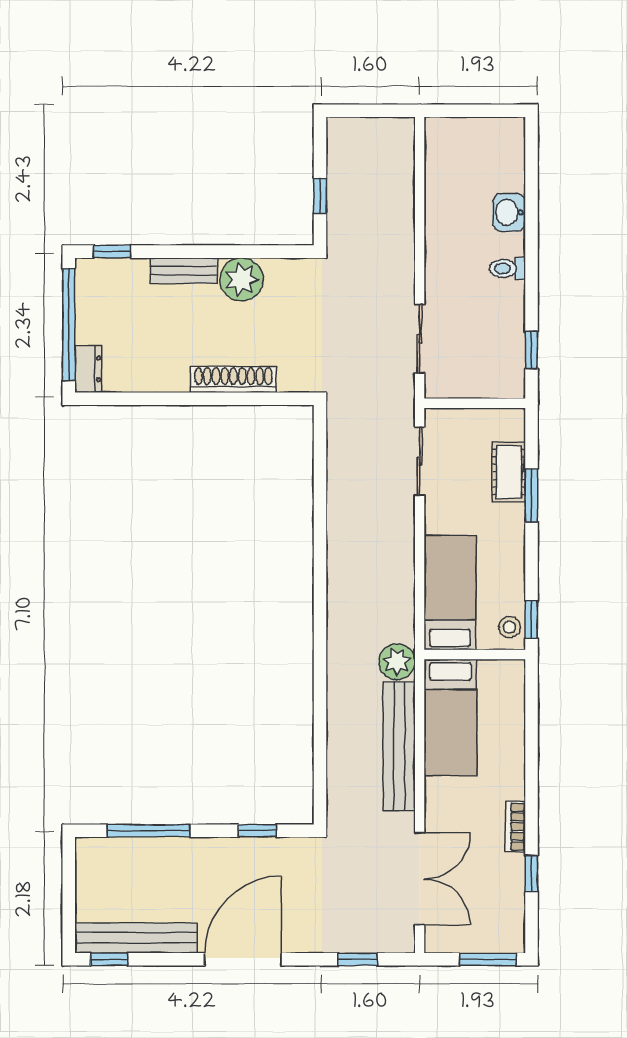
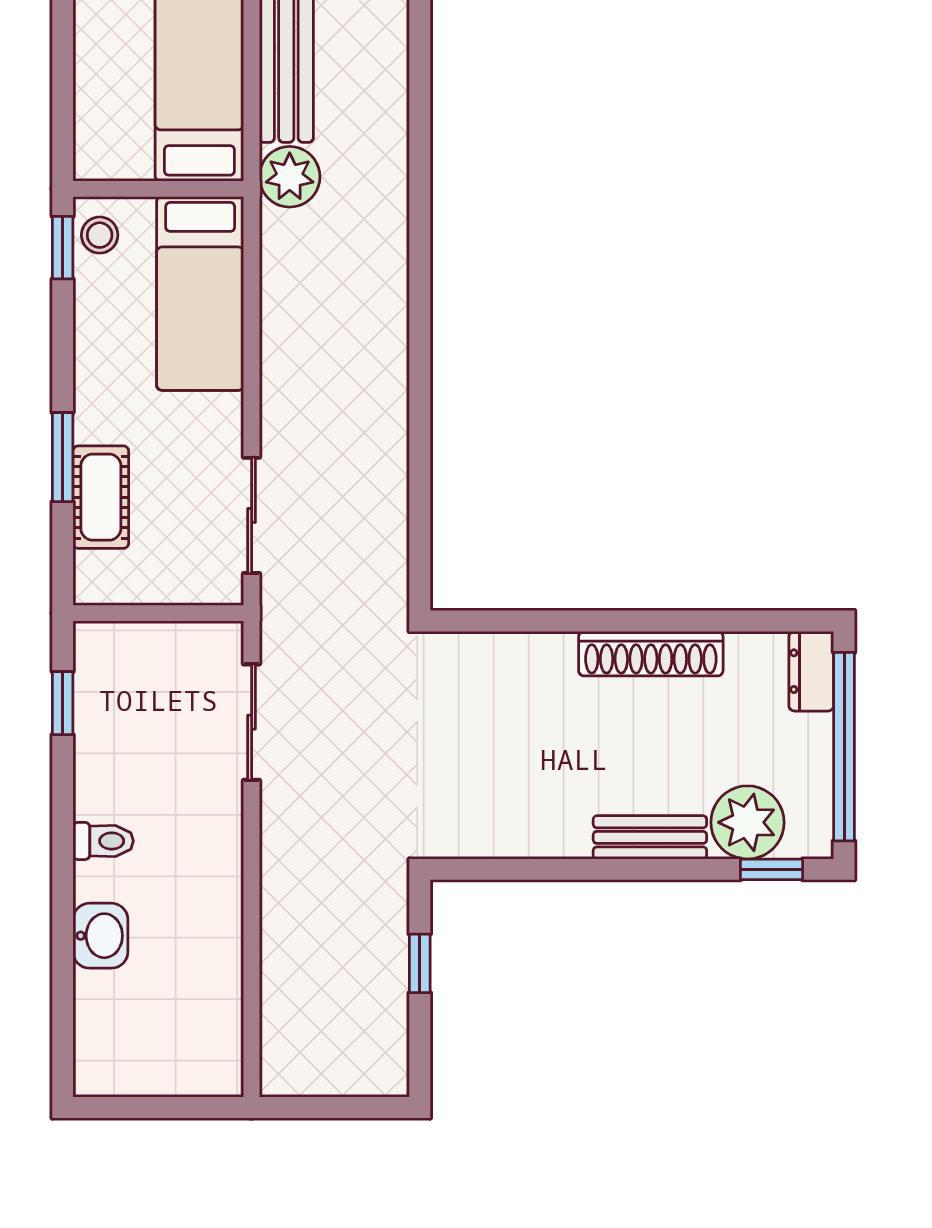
plant: (241, 279) -> (747, 822), moved
shoe rack: (233, 379) -> (651, 654), moved

